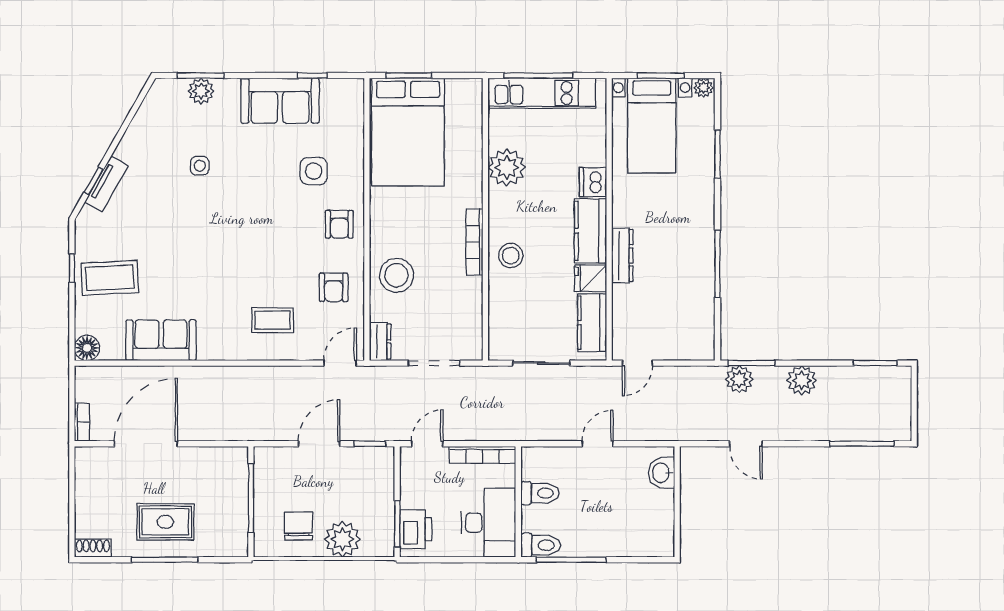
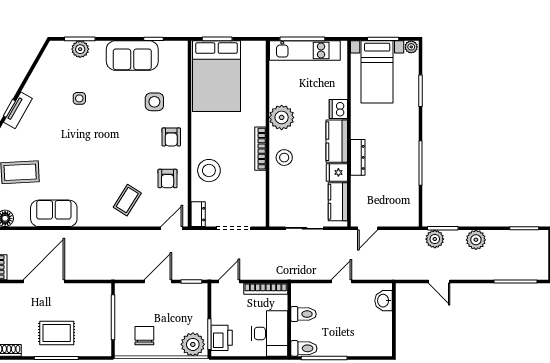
plant: (507, 167) -> (282, 117), moved
coffee table: (273, 320) -> (127, 200), turned -58
plant: (342, 539) -> (193, 344), moved

